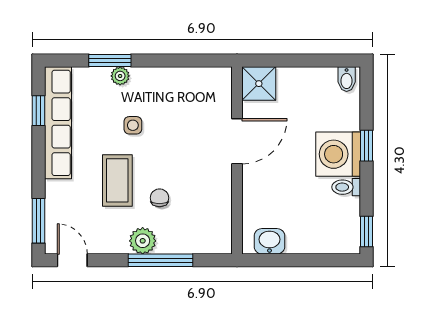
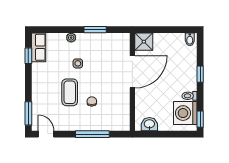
window: (110, 61) -> (95, 30), moved
row of seats: (58, 123) -> (39, 47), width x0.50
door: (237, 141) -> (132, 72), width x1.36
washing machine: (338, 154) -> (185, 113), moved
plant: (143, 241) -> (83, 124), removed

